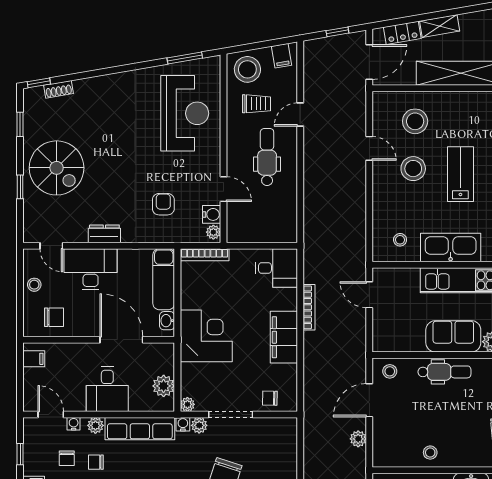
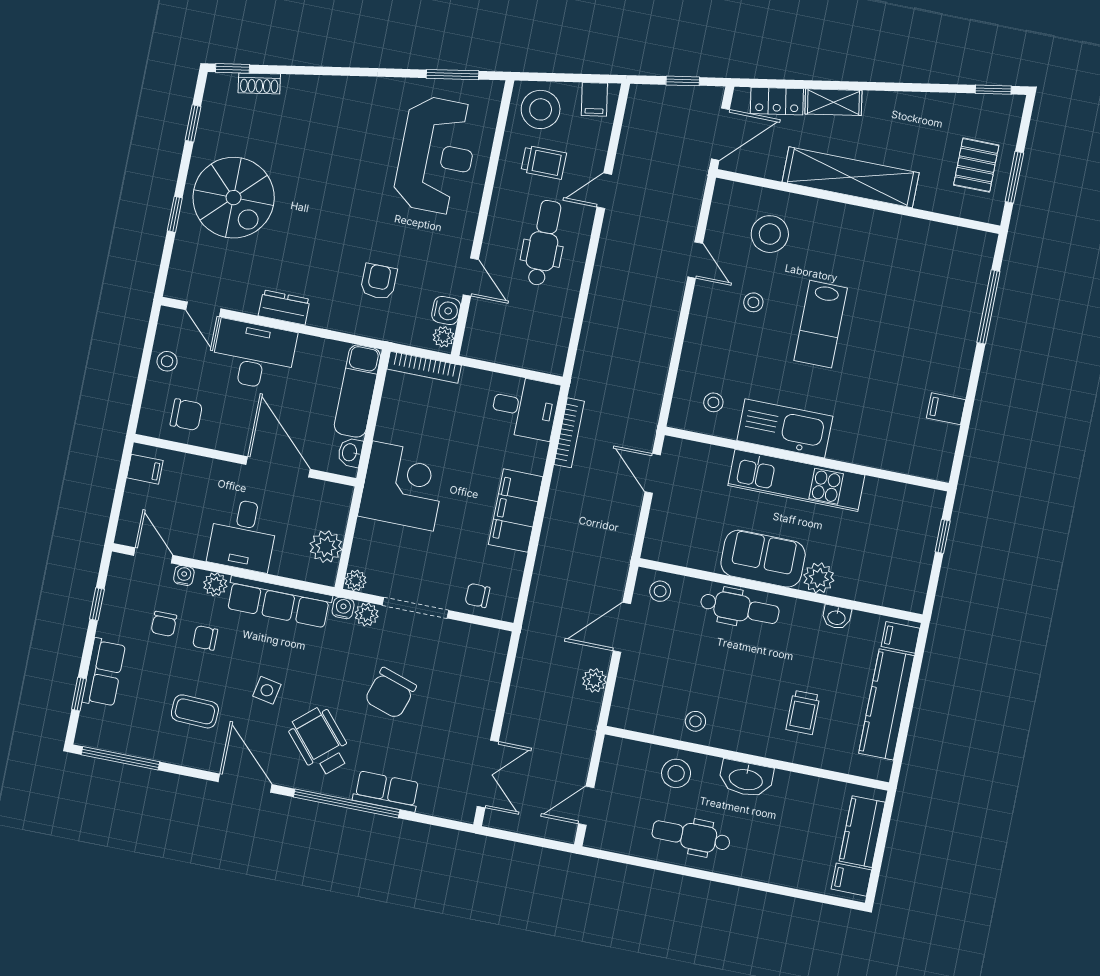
stool: (413, 169) -> (753, 302), width x0.53, depth x0.53
lab bench: (460, 174) -> (821, 324), turned 180
bookcase: (309, 307) -> (569, 433), moved

